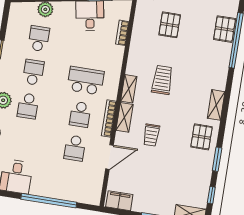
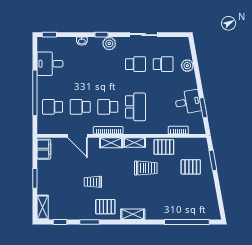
pallet: (225, 29) -> (164, 147), moved
school desk: (28, 106) -> (53, 107), moved
trolley: (151, 135) -> (93, 182), moved

